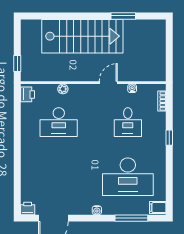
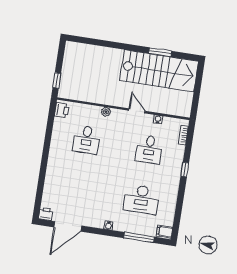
stairs: (82, 36) -> (159, 71), moved
door: (108, 83) -> (137, 111), hinge flipped
plant: (63, 89) -> (106, 112), moved
desk: (59, 122) -> (86, 140), width x0.73
desk: (128, 177) -> (142, 199), width x0.73, depth x0.77

